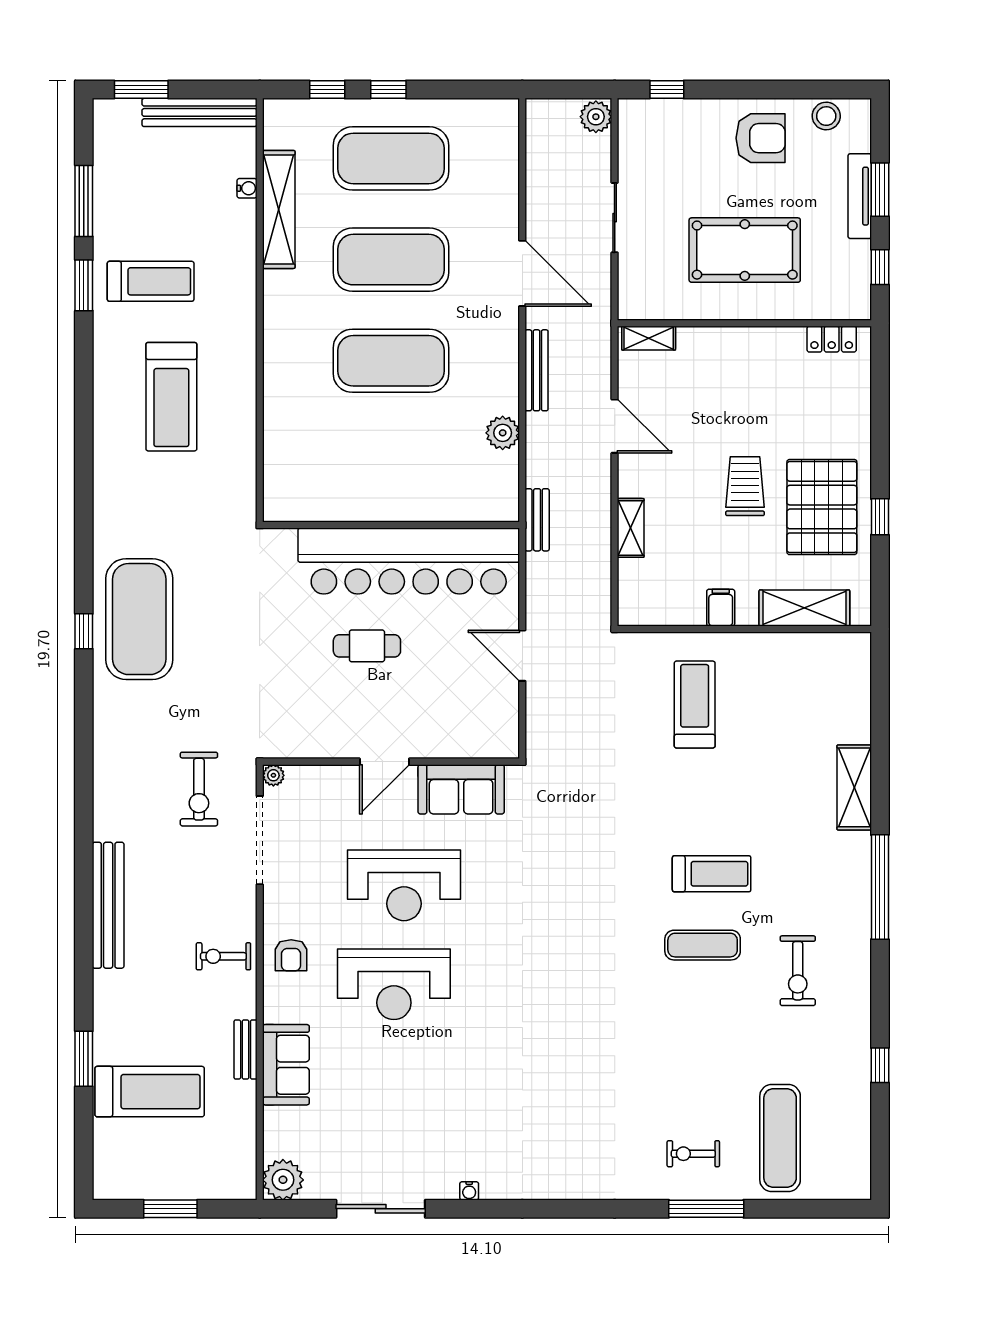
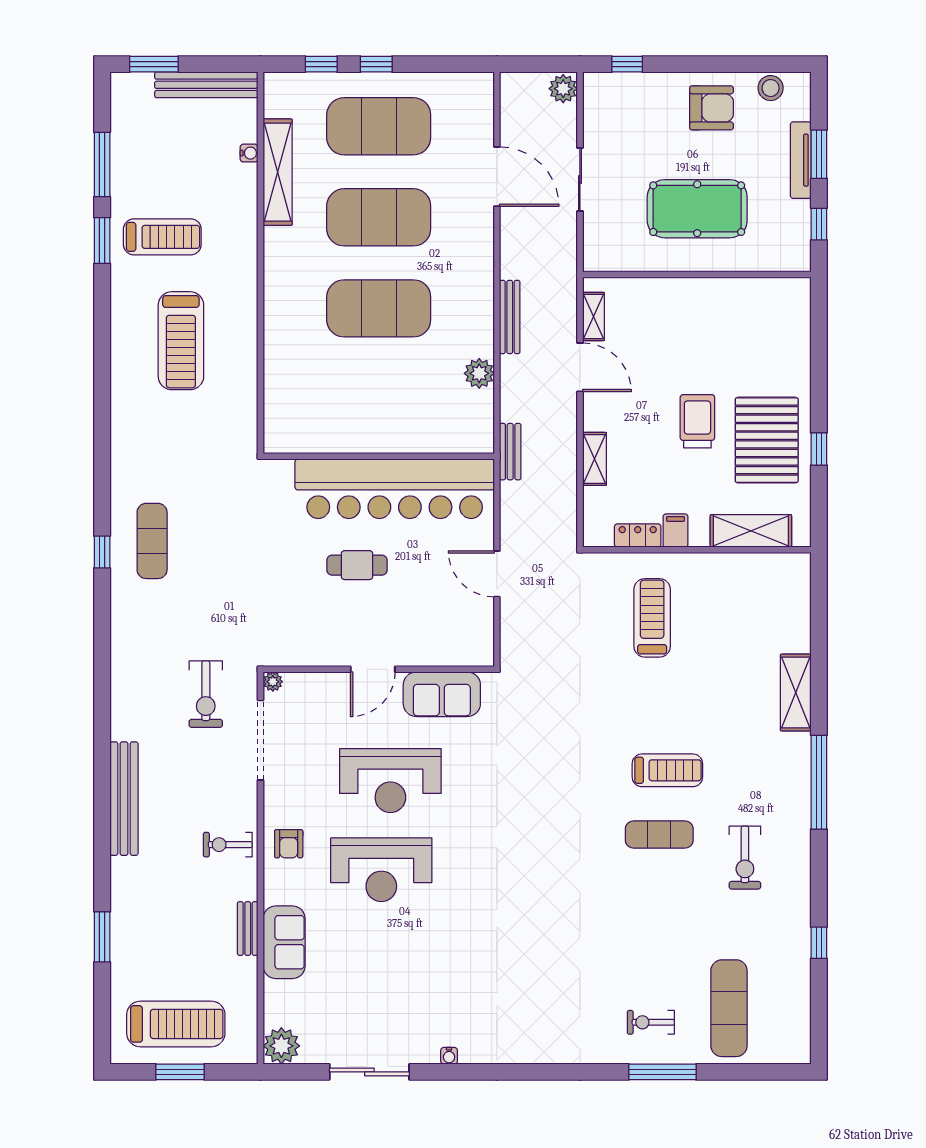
door: (522, 273) -> (497, 177), moved
shelving: (649, 338) -> (593, 317), moved, turned 90
locker: (832, 339) -> (638, 536), moved, turned 180
exercise mat: (139, 619) -> (152, 541), width x0.50, depth x0.69
treadmill: (150, 1092) -> (176, 1024), moved

